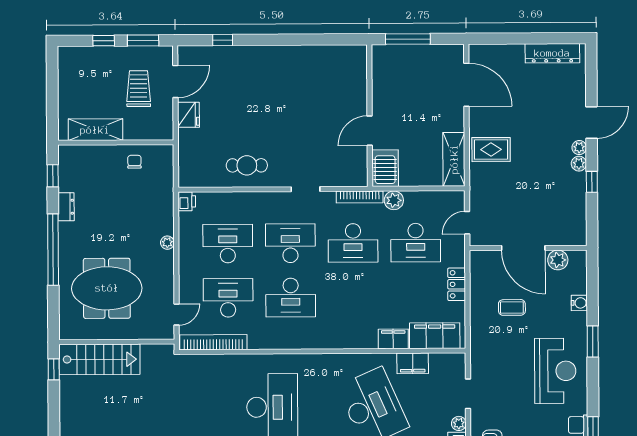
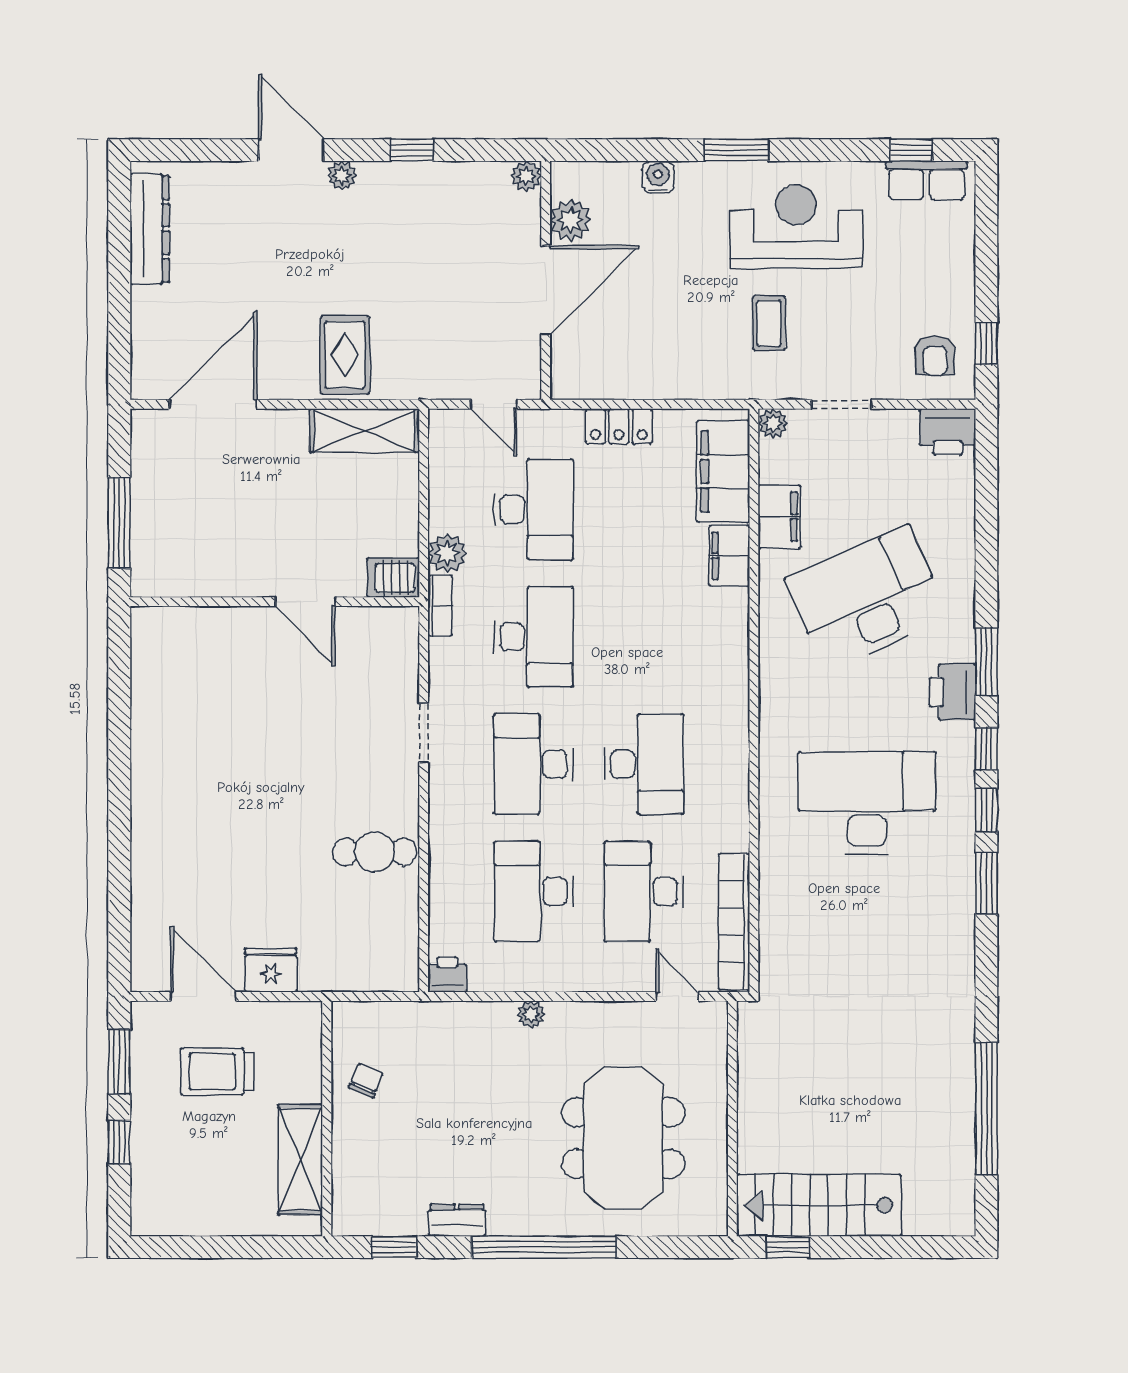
window: (223, 40) -> (119, 900), removed
chair: (134, 162) -> (366, 1081), turned 112
plant: (579, 164) -> (526, 176), moved
cafe table: (247, 165) -> (375, 852), turned 90
server rack: (385, 168) -> (393, 578), width x0.73, depth x0.70
bookcase: (360, 197) -> (440, 606), width x0.64
coffee table: (512, 307) -> (769, 323), moved
stairs: (99, 359) -> (819, 1205), moved, turned -90
plant: (459, 423) -> (773, 423), moved

